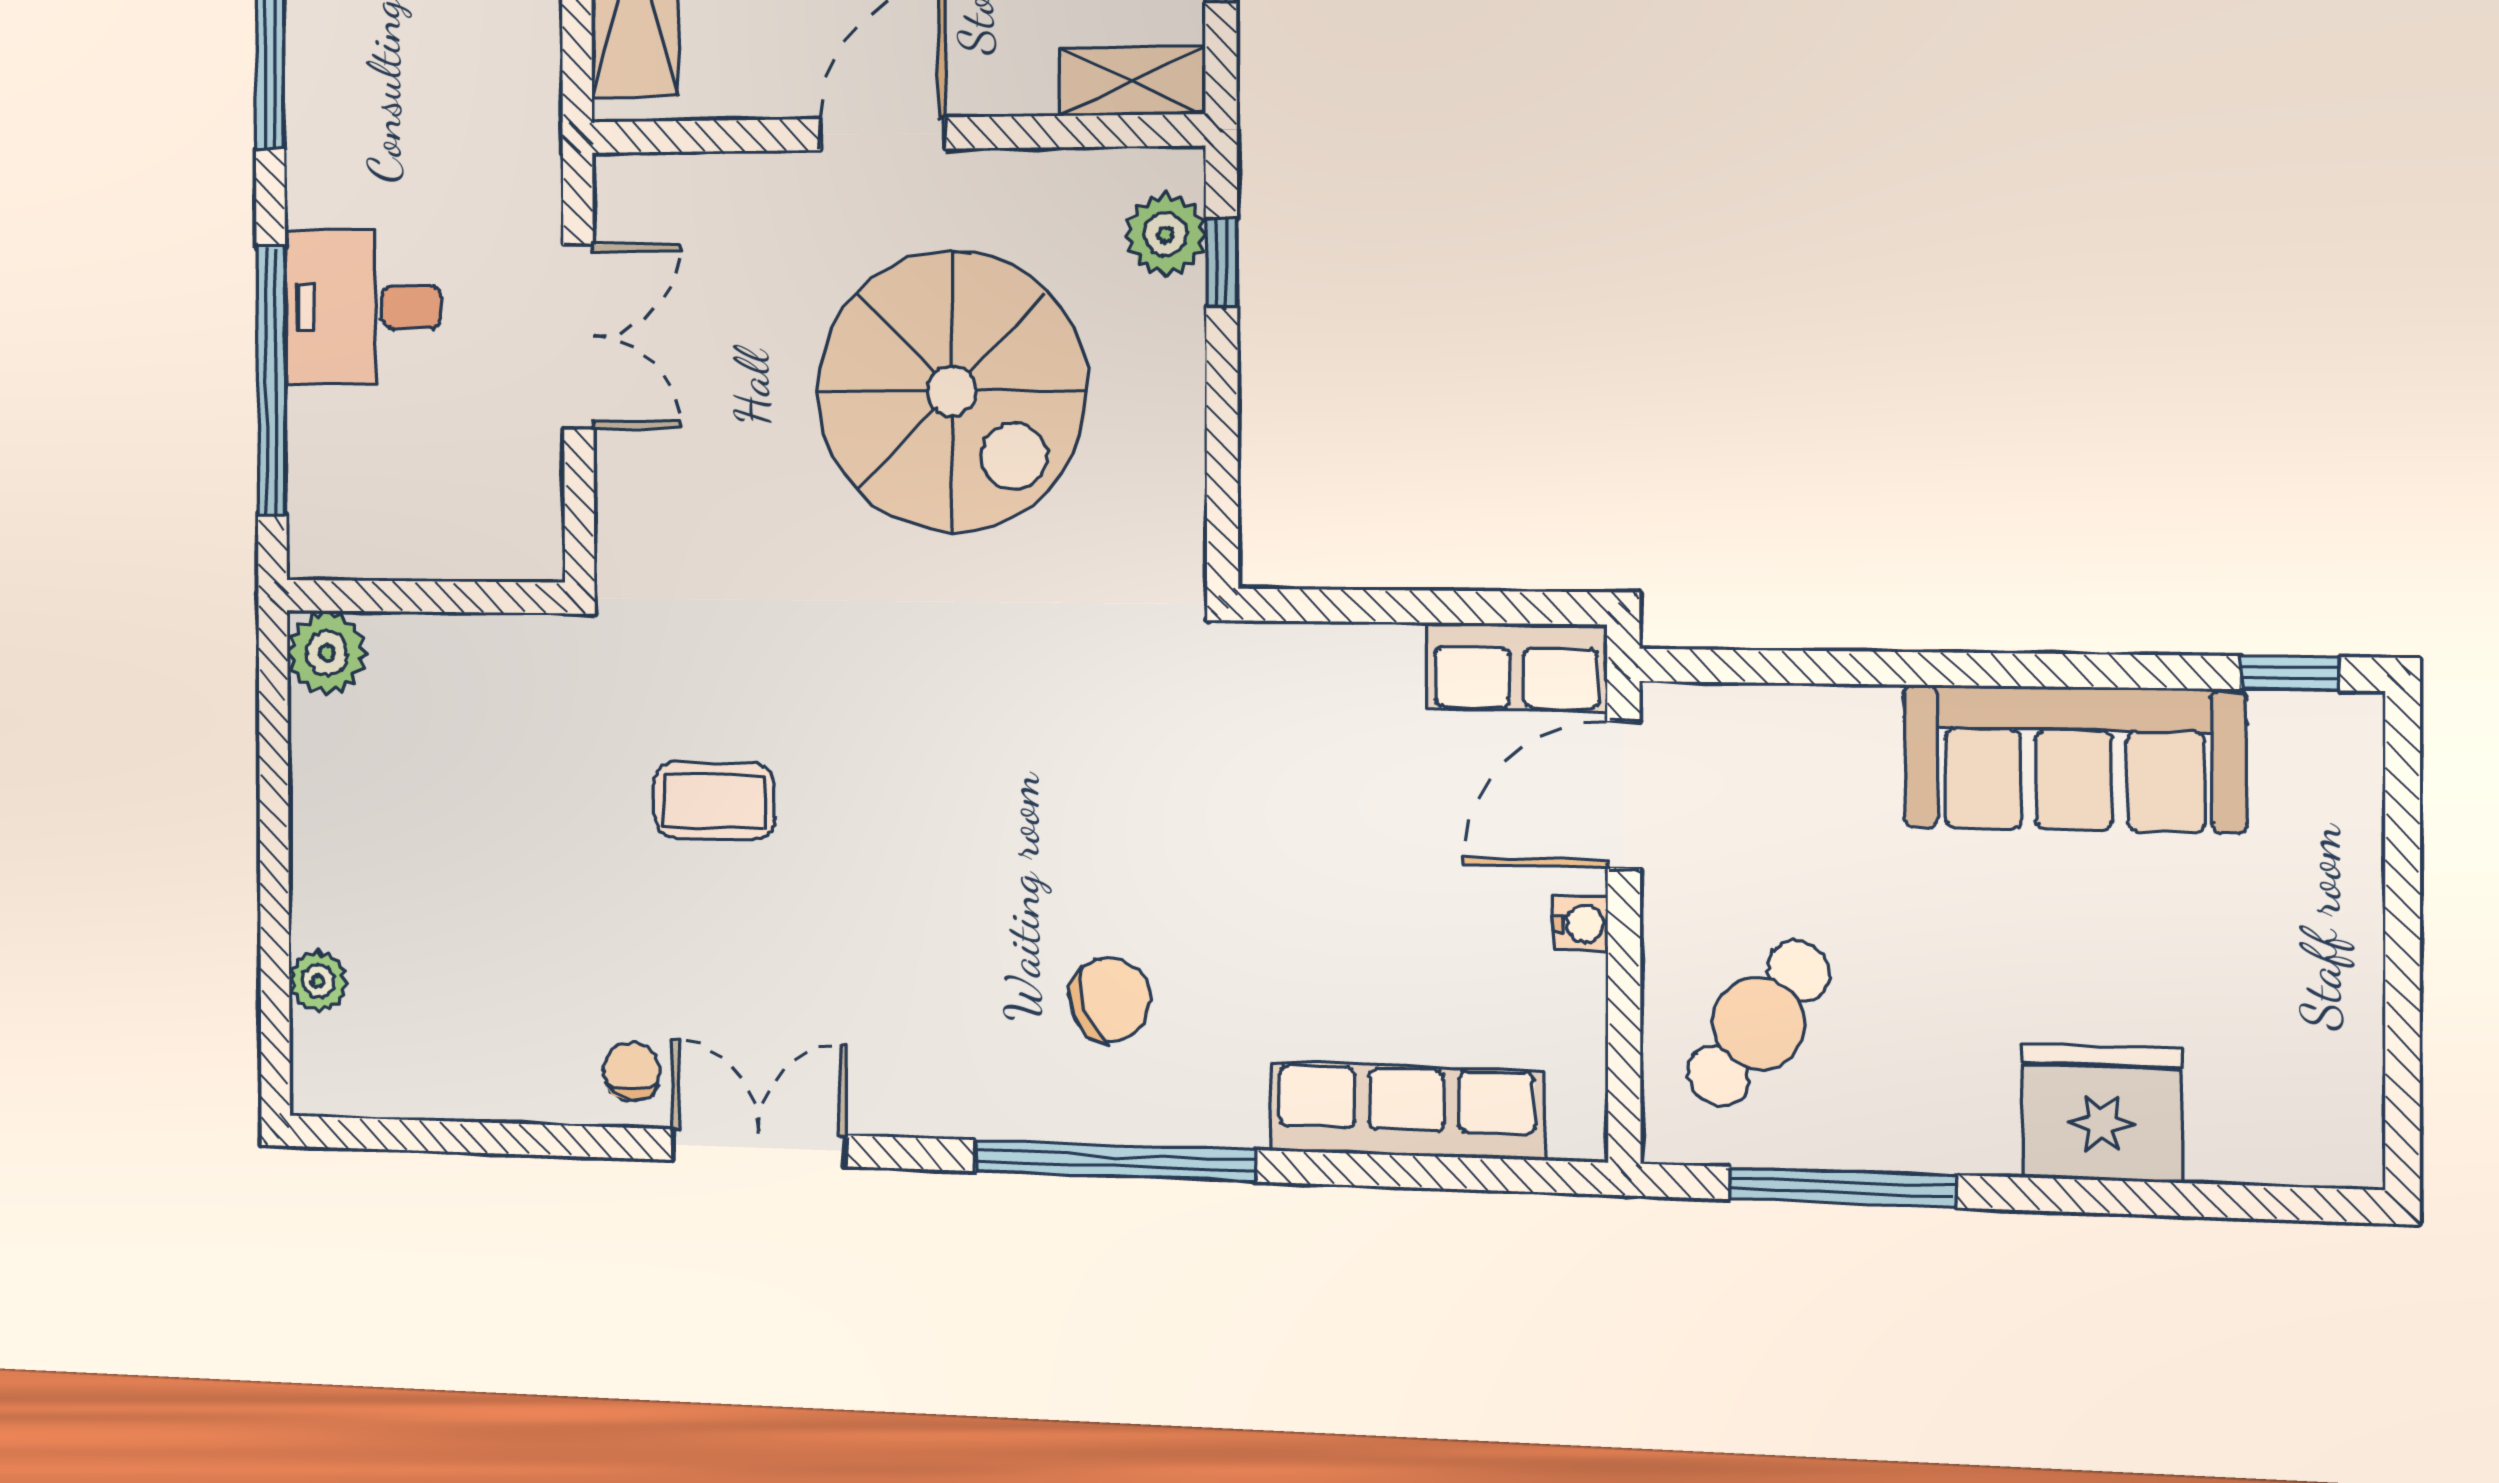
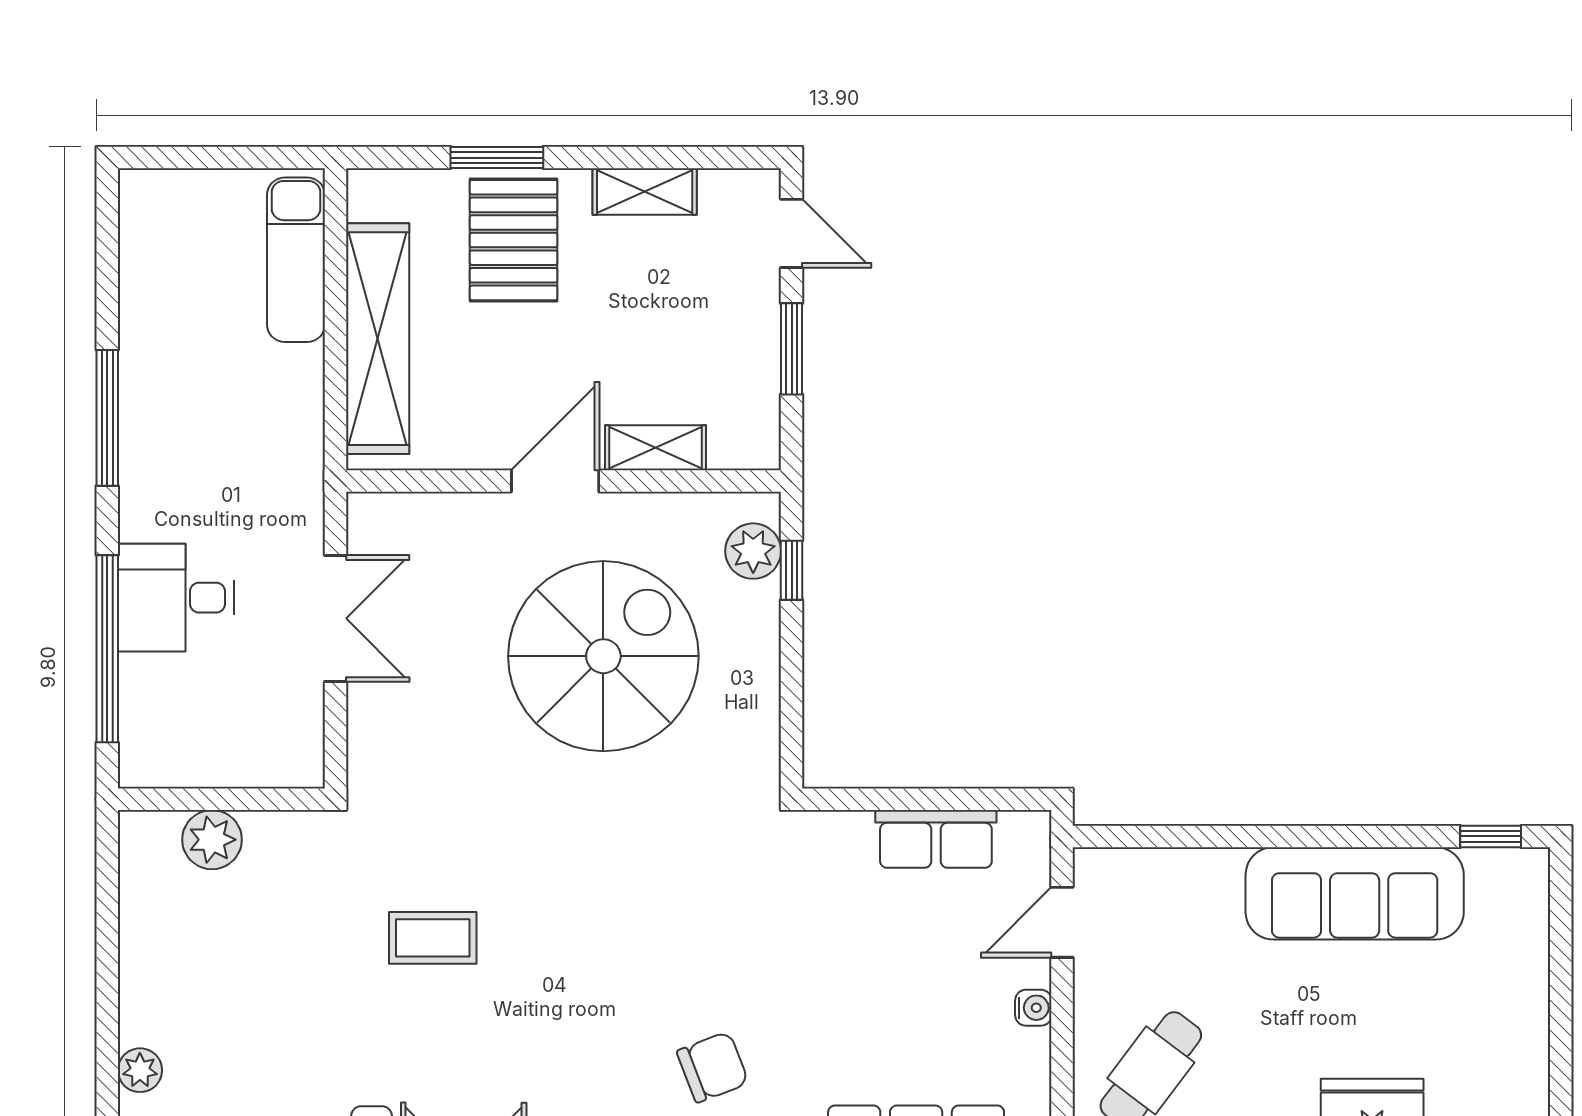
shelving: (1132, 81) -> (656, 448), moved
spiral stairs: (952, 391) -> (603, 656), turned -90
plant: (327, 653) -> (212, 840), moved
row of seats: (1517, 667) -> (936, 839), moved
door: (1624, 795) -> (1062, 922), width x0.73

